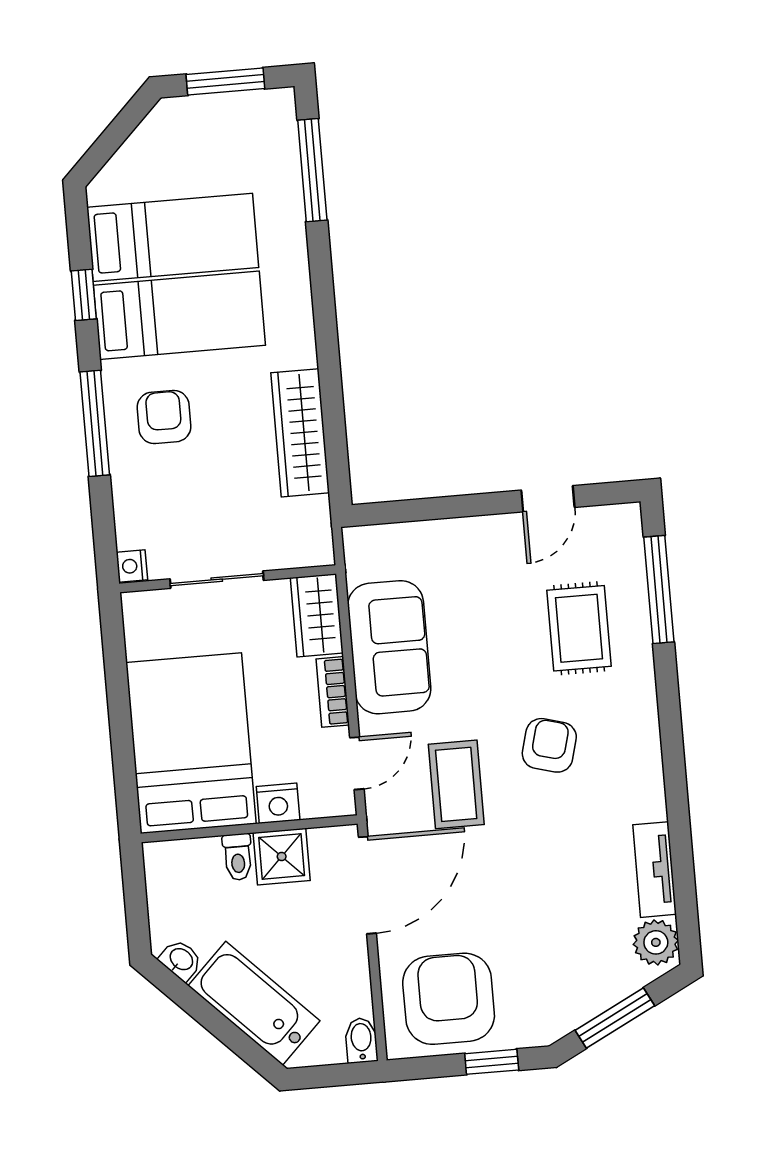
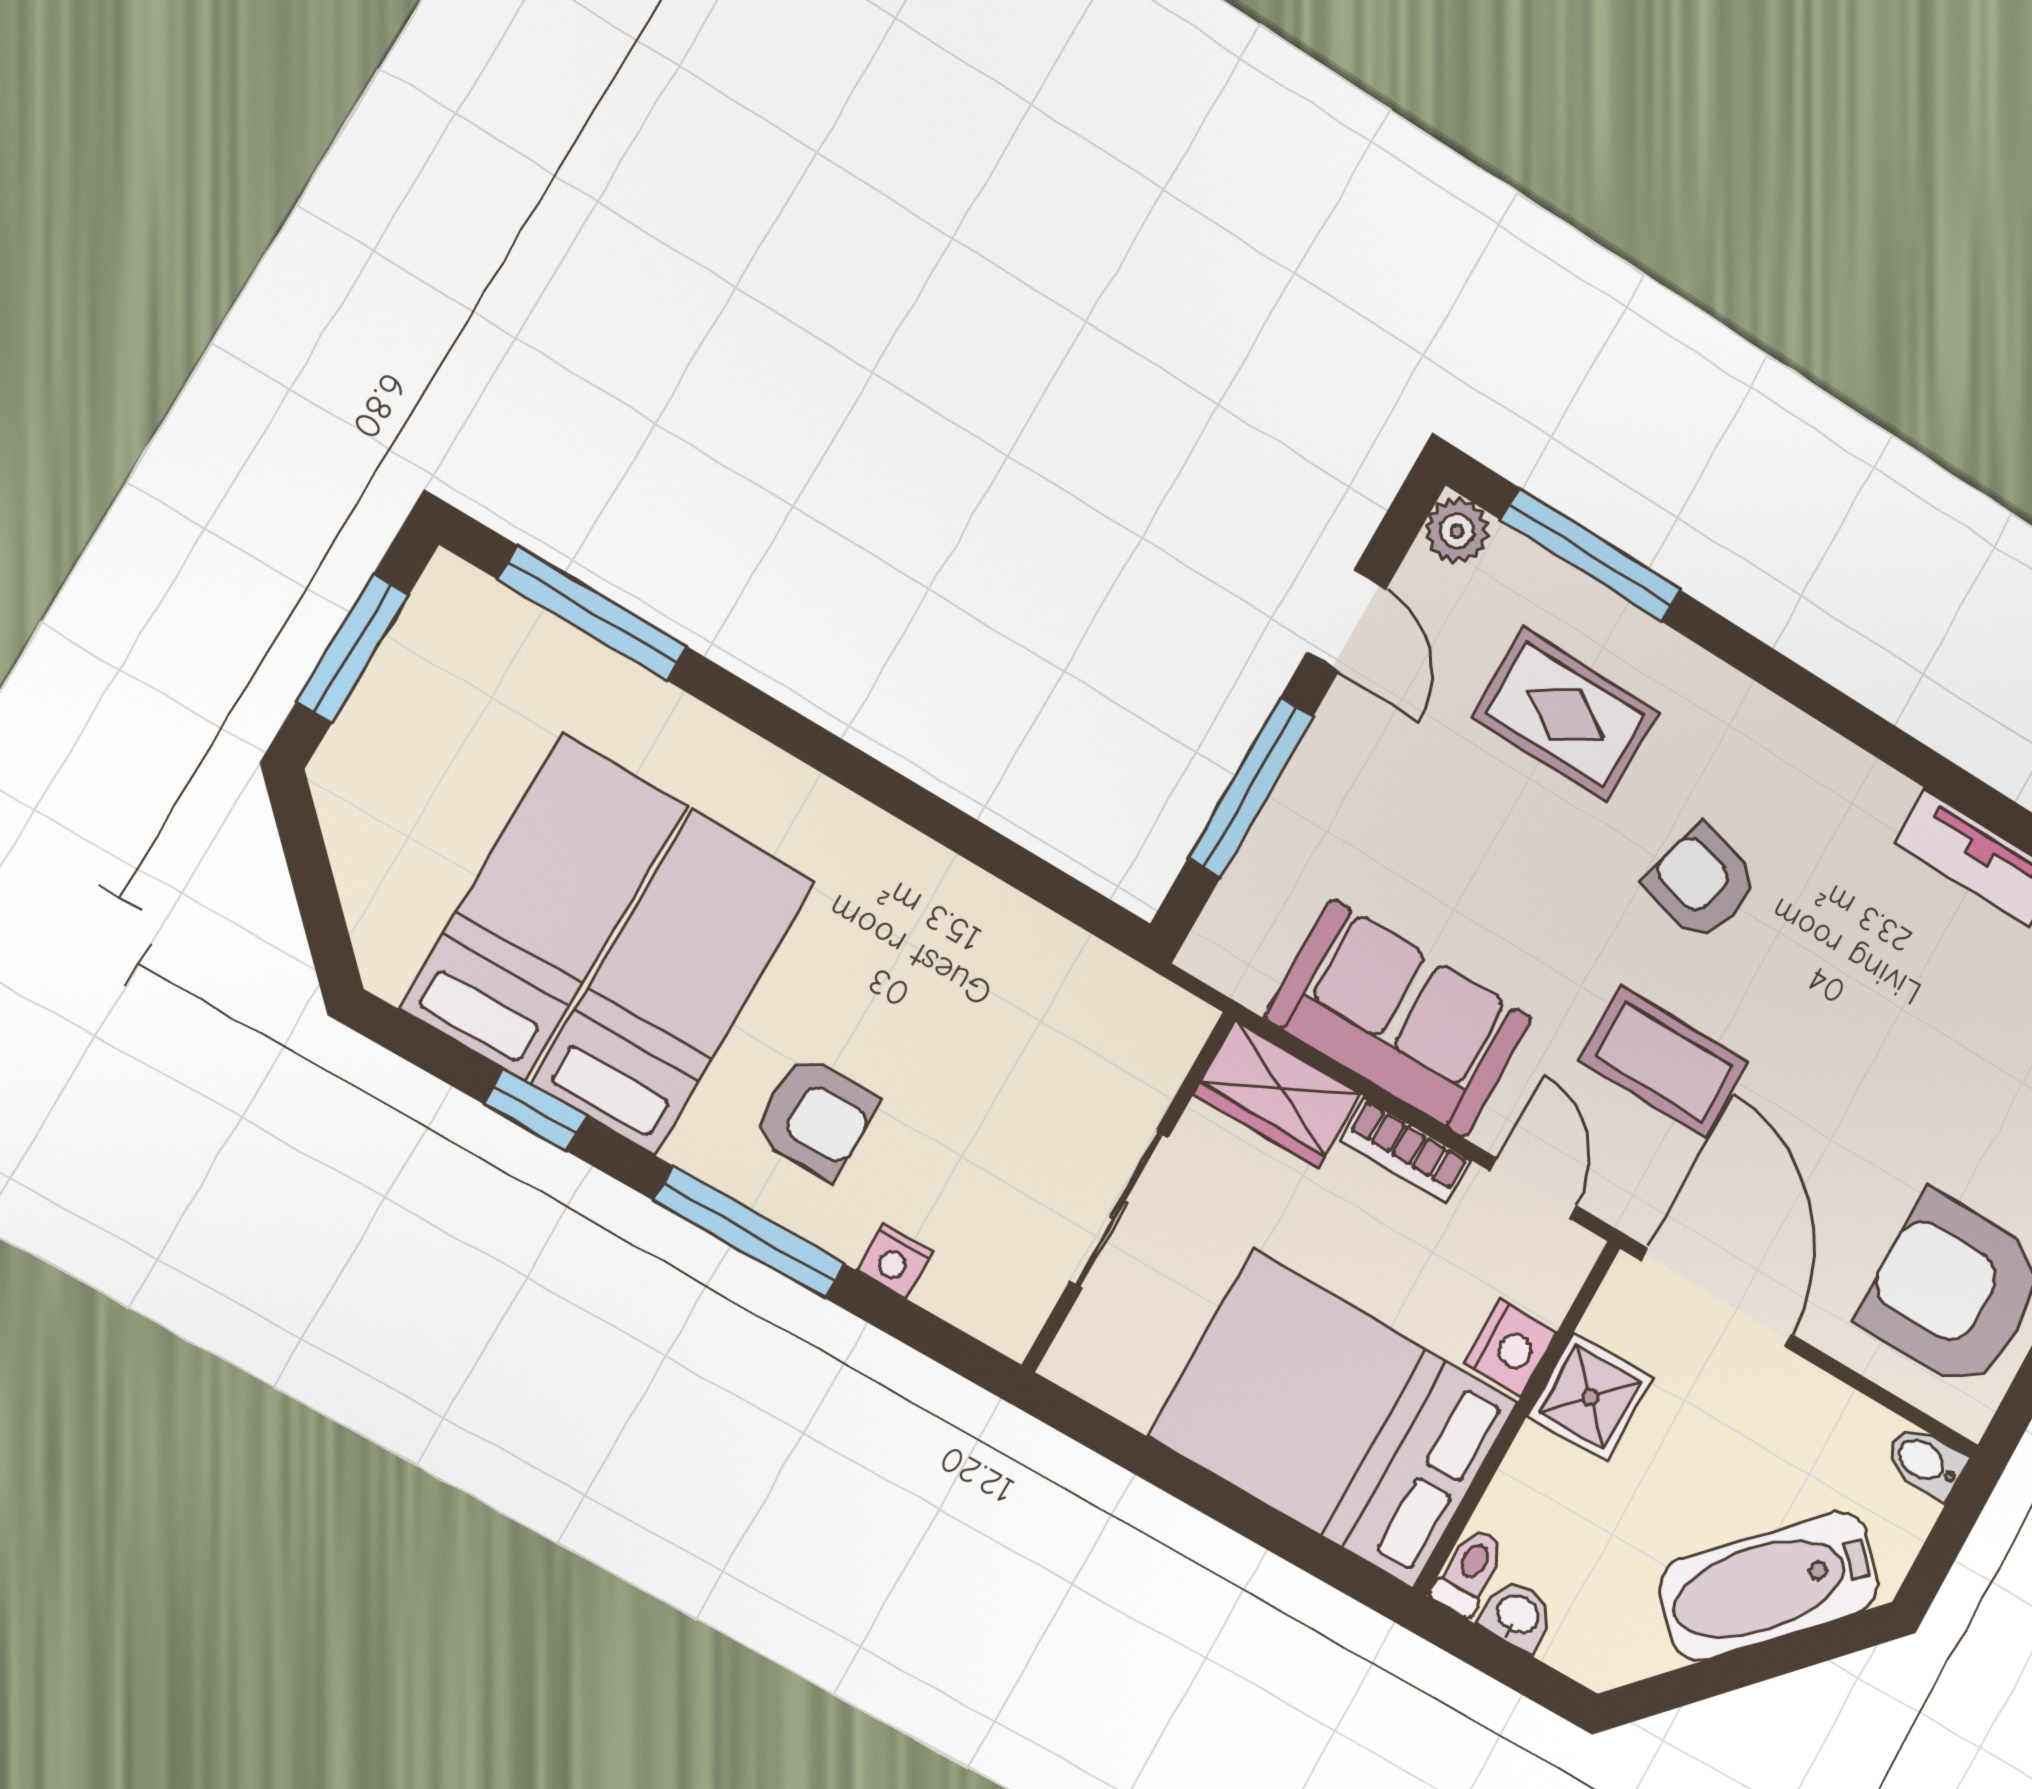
armchair: (164, 417) -> (815, 1117), turned 180
wardrobe: (300, 433) -> (987, 924), removed
window: (443, 508) -> (1251, 787), added
plant: (625, 521) -> (1457, 531), added
nightstand: (132, 566) -> (895, 1261), moved
toilet: (238, 857) -> (1469, 1571), moved, turned -90
washbasin: (181, 960) -> (1517, 1616), moved, turned 45

